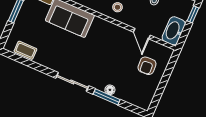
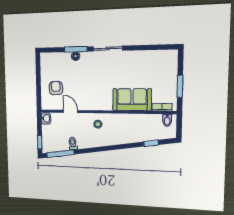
washbasin: (174, 31) -> (46, 118), width x0.52, depth x0.69
coffee table: (25, 50) -> (158, 57), removed

